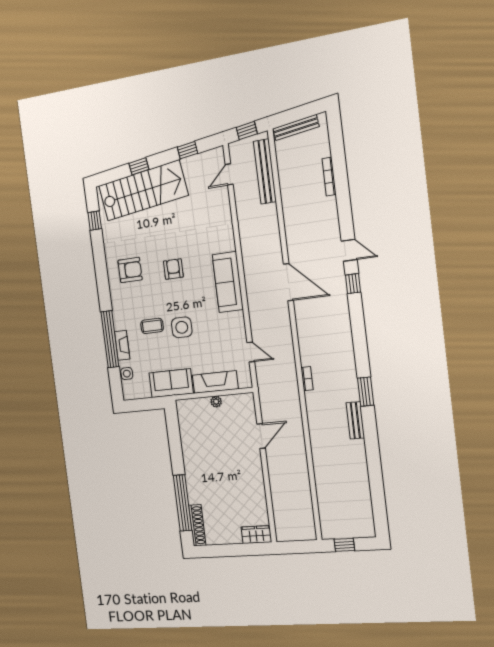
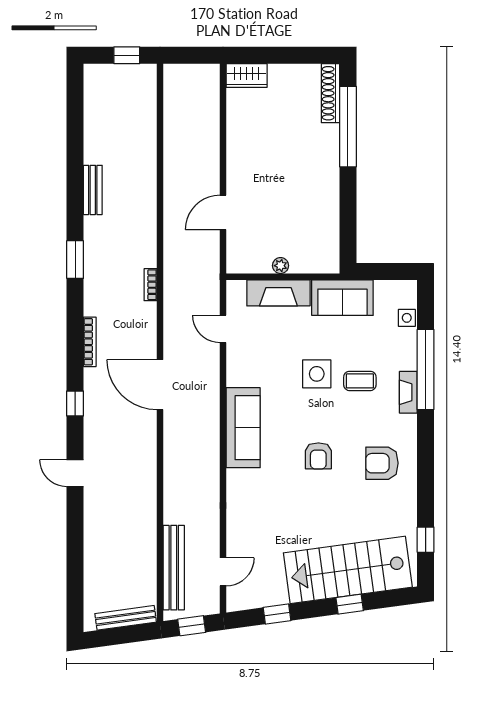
bookcase: (329, 177) -> (90, 342), moved
door: (349, 250) -> (75, 473), moved
door: (288, 282) -> (160, 385), moved
fireplace: (122, 345) -> (408, 392), moved
bench: (355, 420) -> (93, 190), moved

